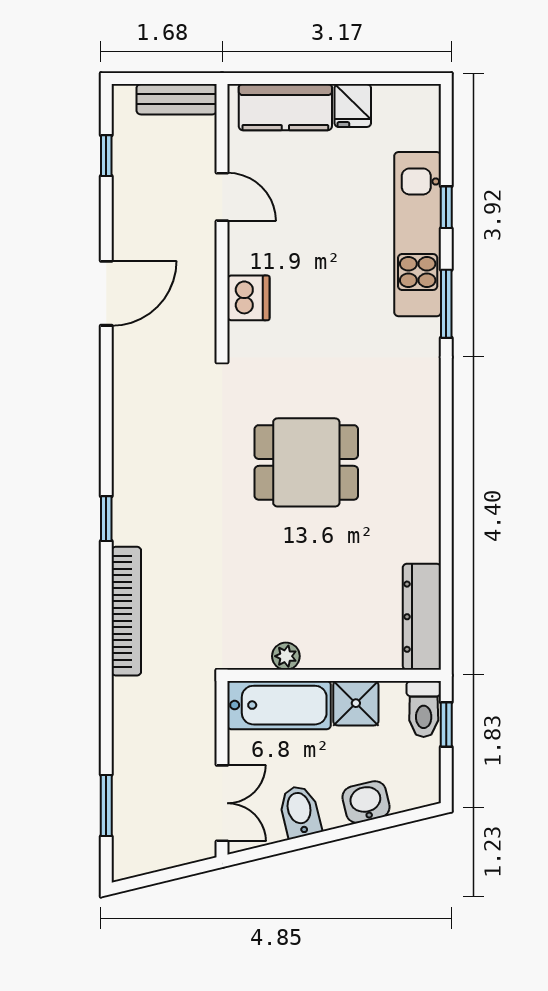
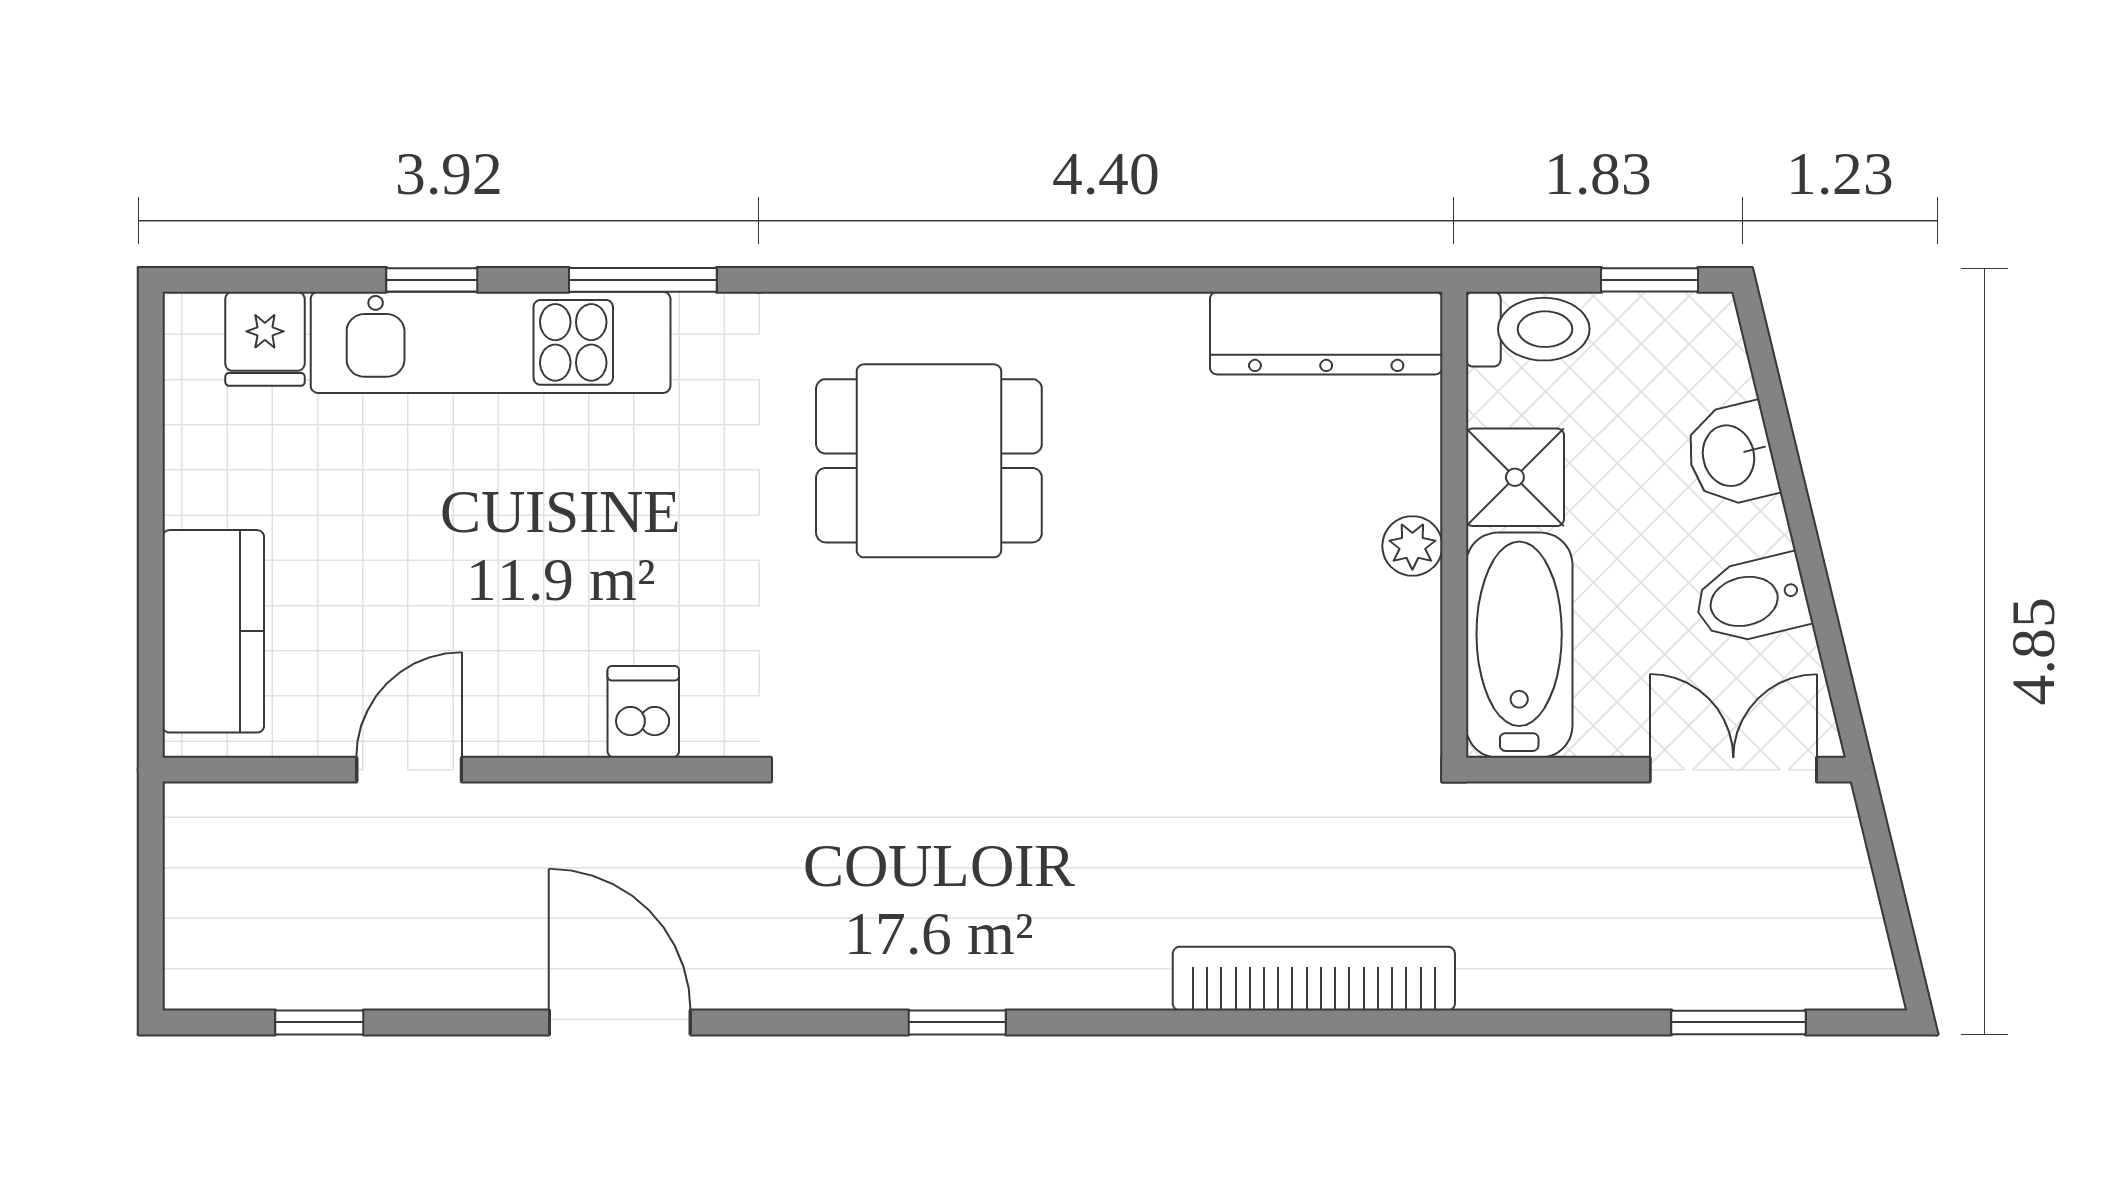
bench: (177, 99) -> (196, 869), removed
fridge: (353, 106) -> (265, 339), moved, turned 90
dishwasher: (248, 298) -> (643, 712), width x0.73
dining table: (306, 462) -> (929, 461), moved, turned 90
window: (106, 519) -> (957, 1022), moved
plant: (286, 656) -> (1412, 546), moved
window: (446, 724) -> (1650, 280), moved

